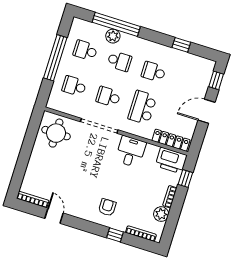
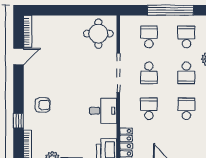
school desk: (108, 97) -> (149, 73), turned 180
school desk: (142, 107) -> (149, 109), width x0.54

